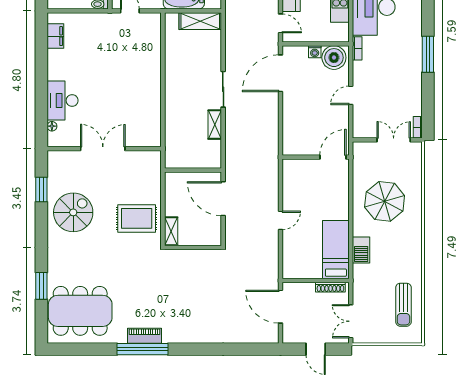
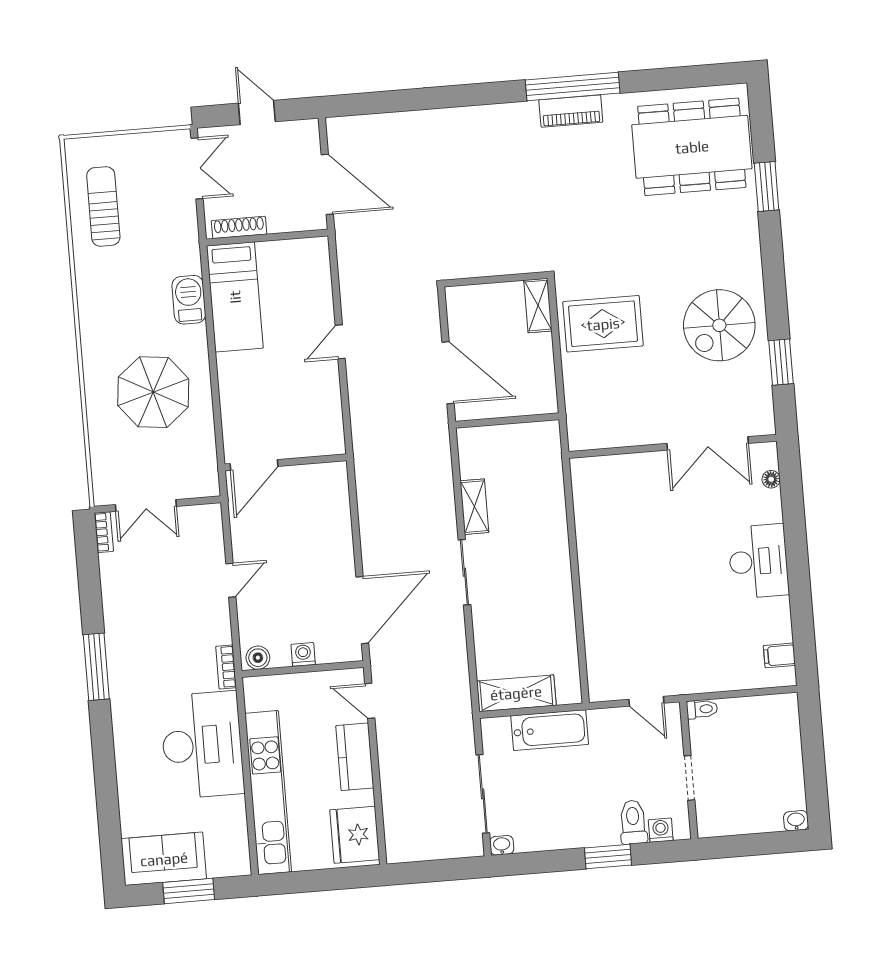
filing cabinet: (55, 36) -> (779, 655), width x0.50
boiler: (334, 58) -> (258, 658), width x0.54, depth x0.54
desk: (62, 100) -> (758, 561), moved
double door: (103, 149) -> (708, 443), moved

